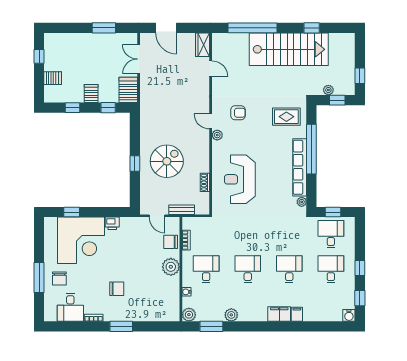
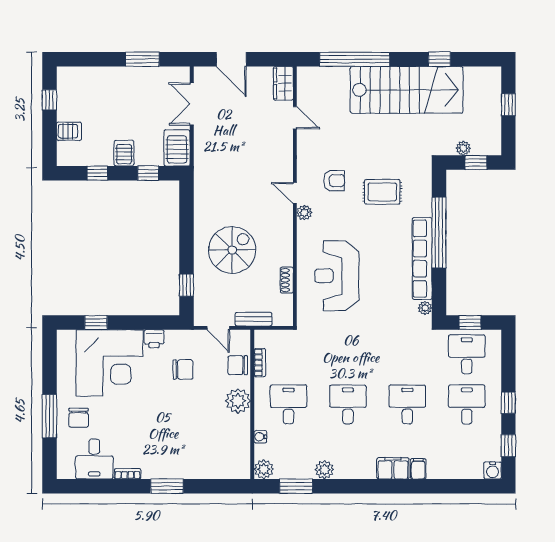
window: (360, 76) -> (508, 105), moved
rug: (286, 117) -> (382, 192), moved
window: (135, 163) -> (186, 285), moved
chair: (117, 289) -> (183, 370), moved

